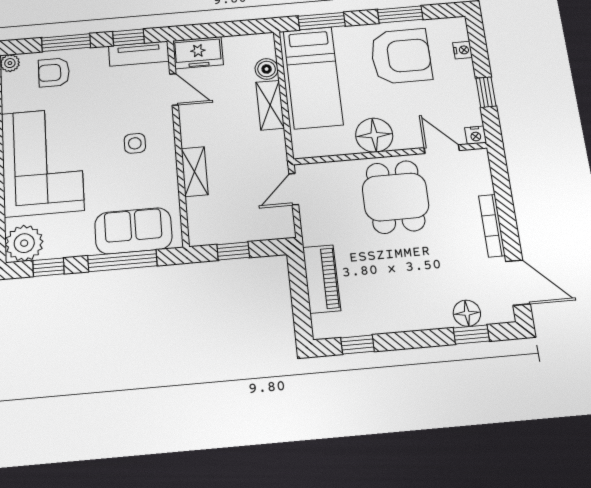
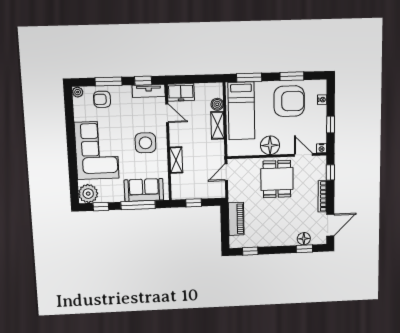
side table: (135, 143) -> (145, 143), width x1.87, depth x1.87
window: (501, 179) -> (330, 172), added
door: (518, 283) -> (330, 225), hinge flipped

